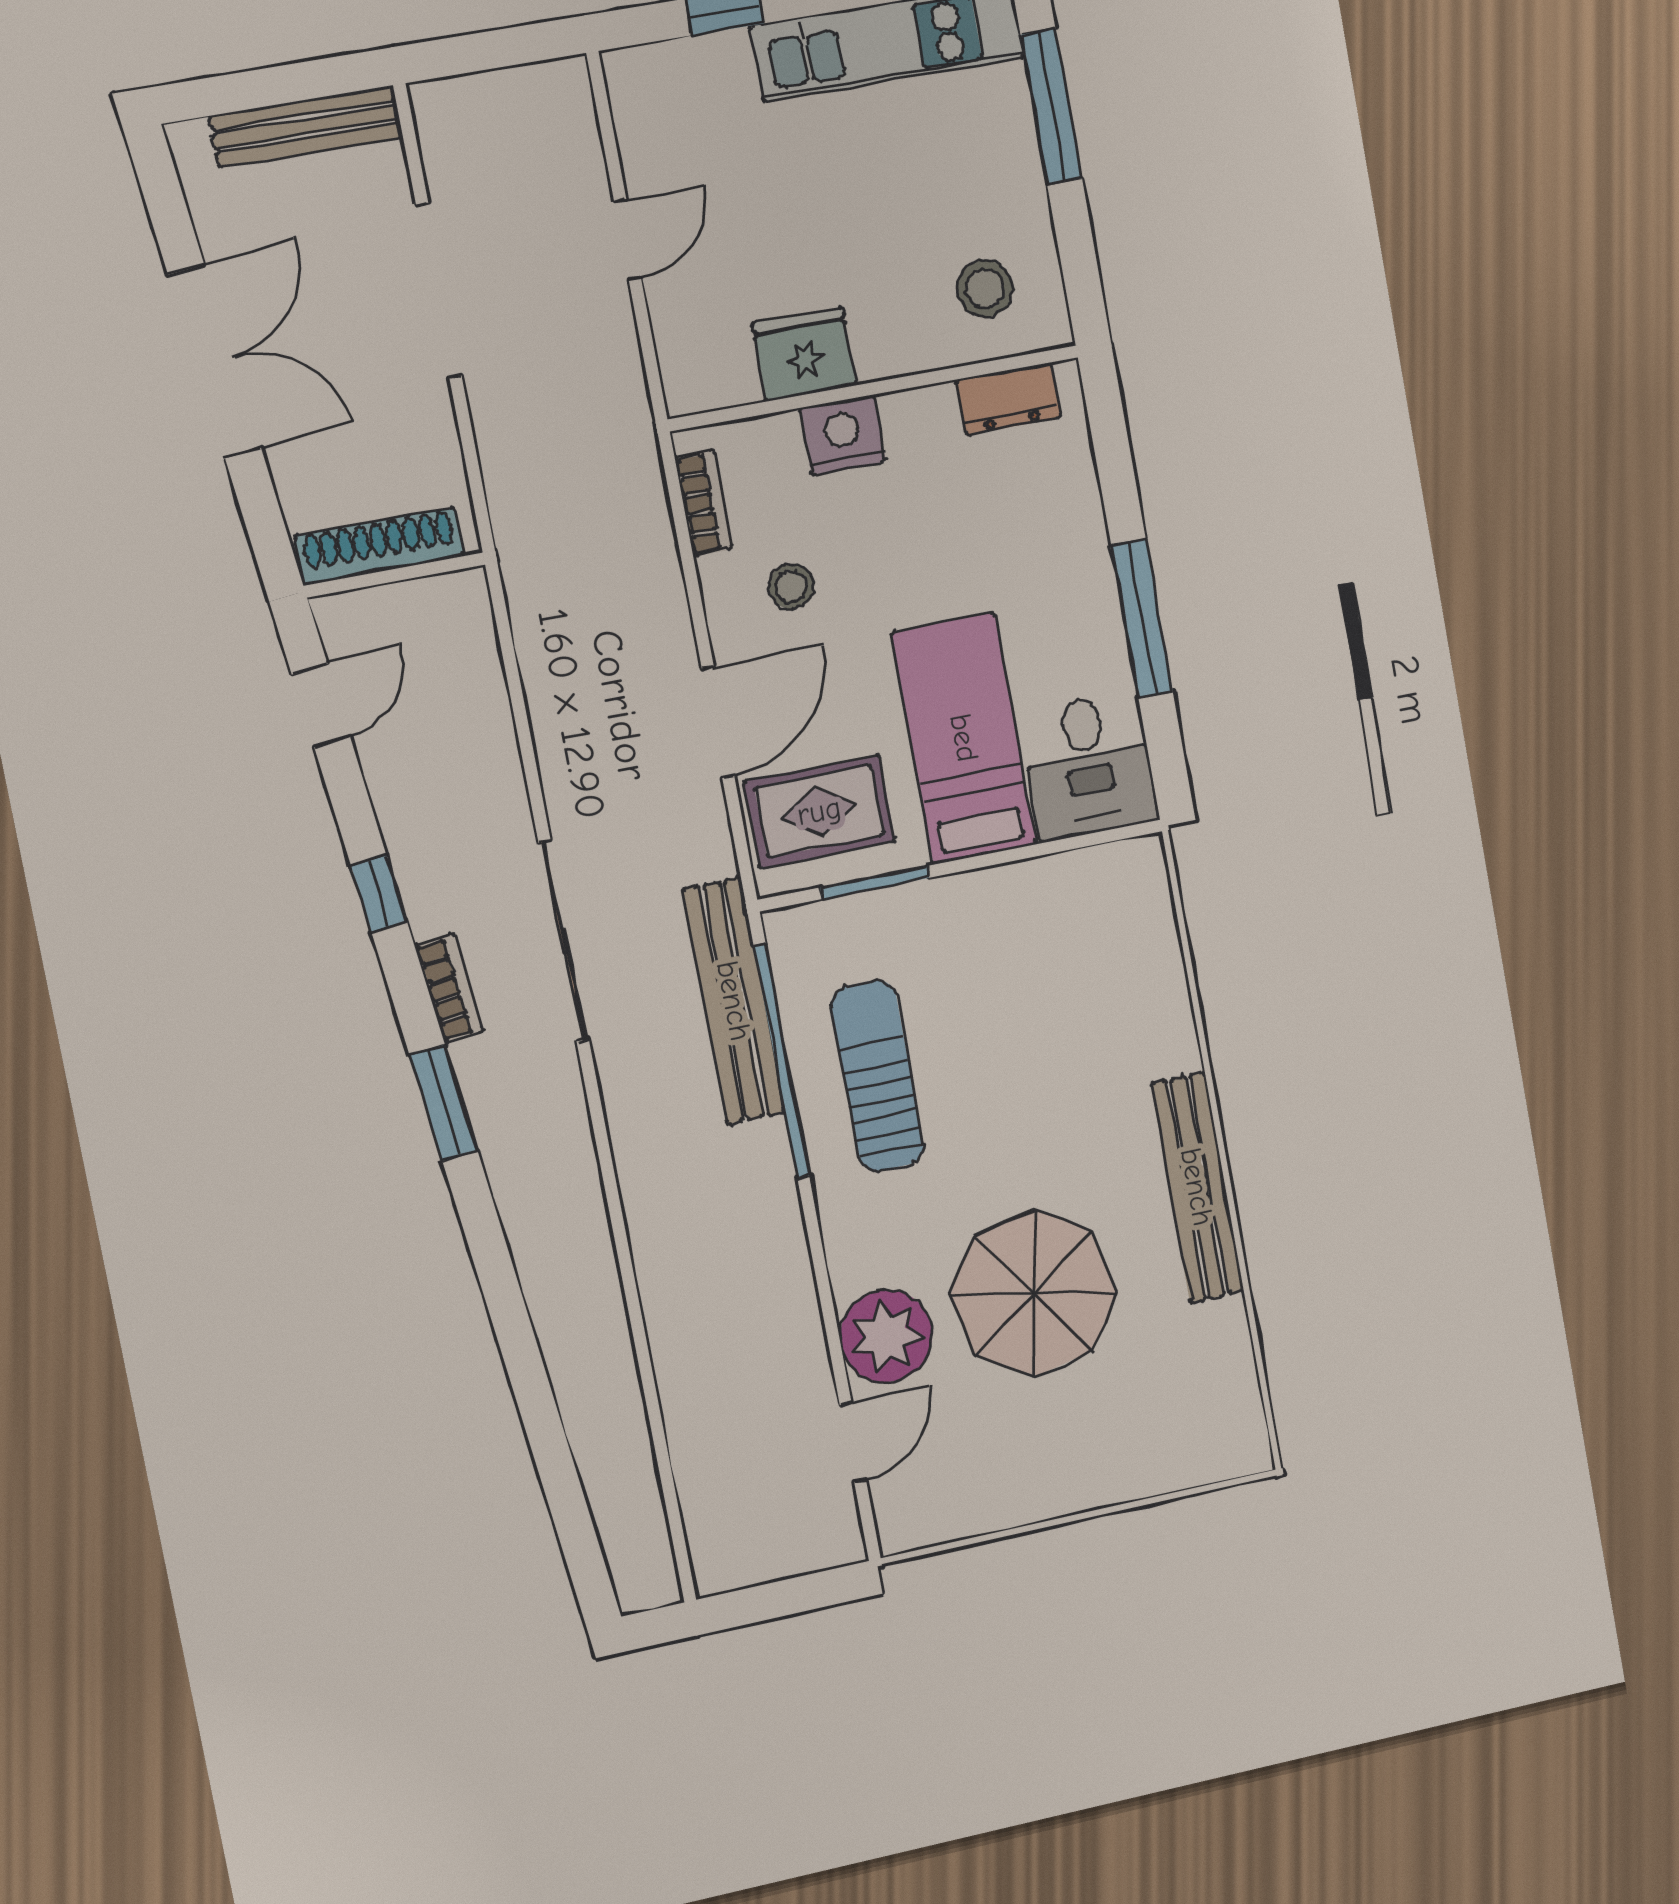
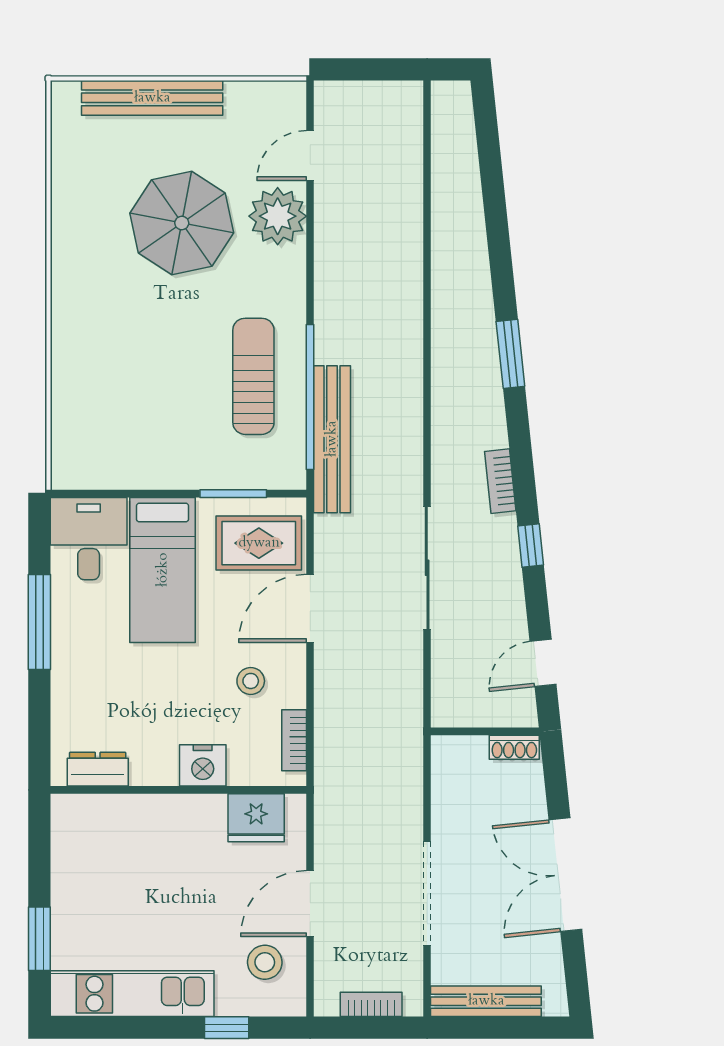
bookcase: (496, 89) -> (371, 1004), added
window: (1051, 107) -> (39, 939), width x0.69
door: (628, 240) -> (310, 904), width x1.38
stool: (985, 289) -> (265, 962), moved
fridge: (804, 354) -> (256, 818), moved
shoe rack: (379, 546) -> (514, 747), width x0.51, depth x0.81
sliding door: (564, 941) -> (427, 568), moved
sun lounger: (877, 1076) -> (253, 376), turned 180
window: (444, 1103) -> (510, 354), moved
bench: (1197, 1187) -> (152, 98), moved, turned 90

